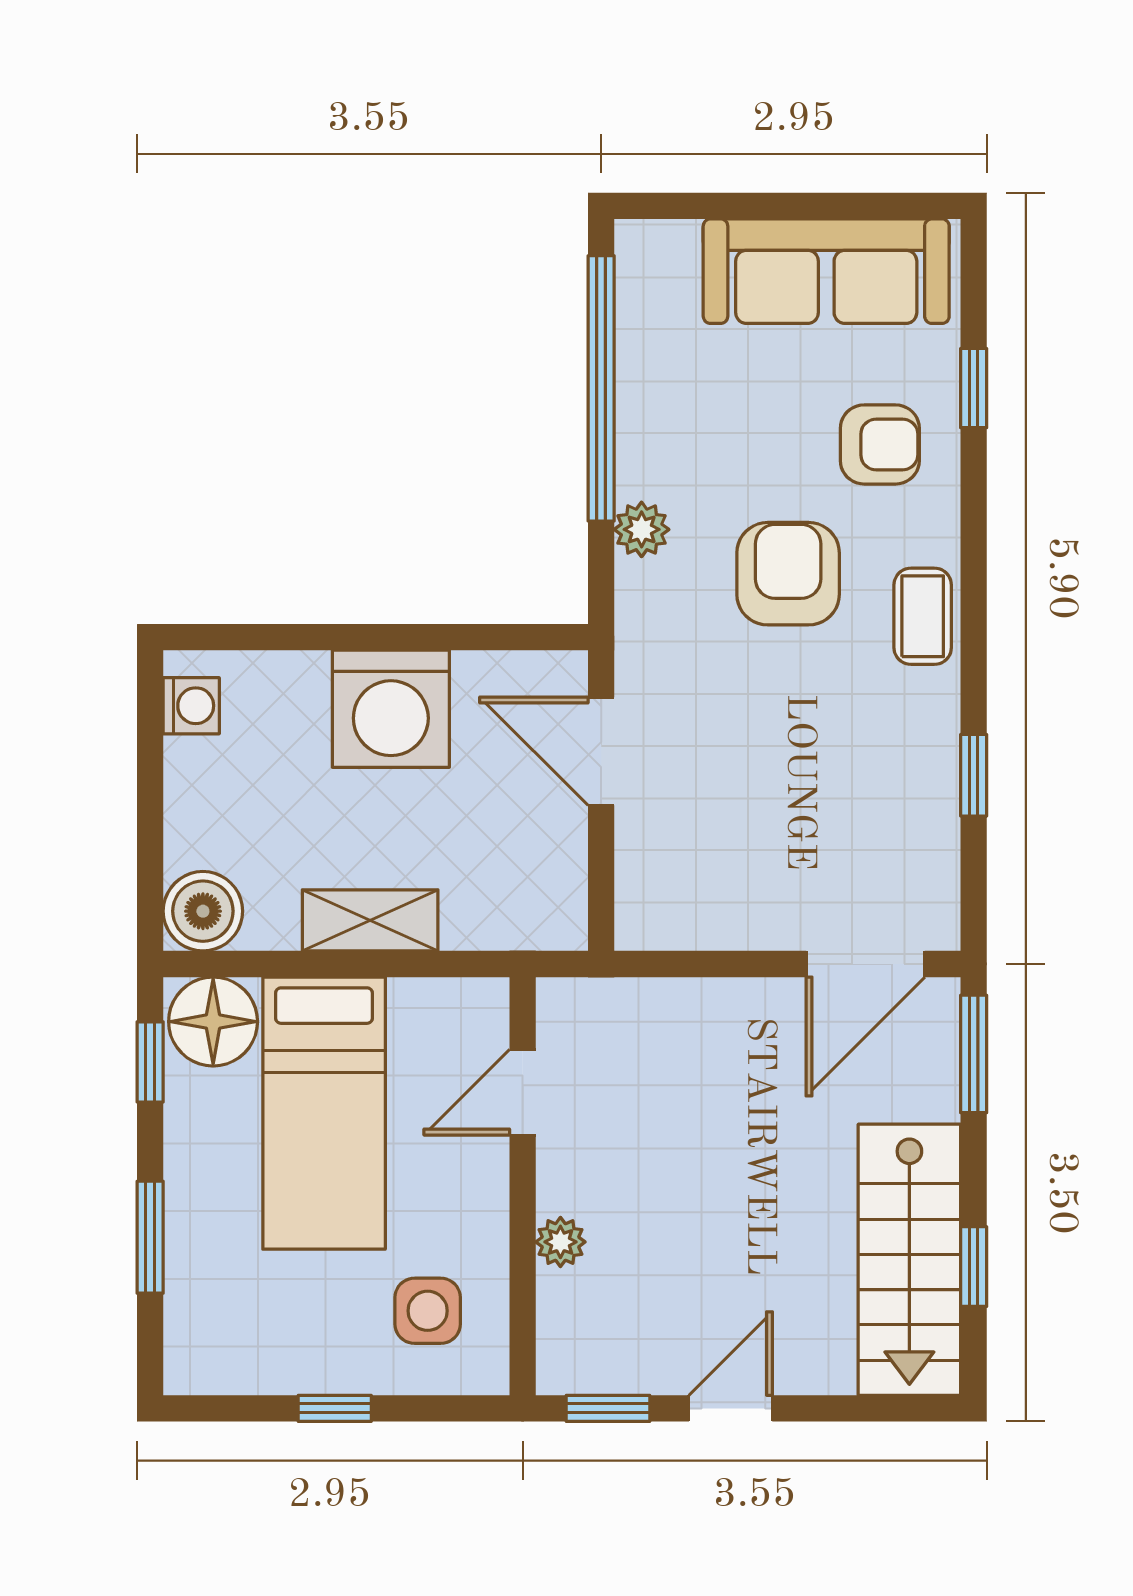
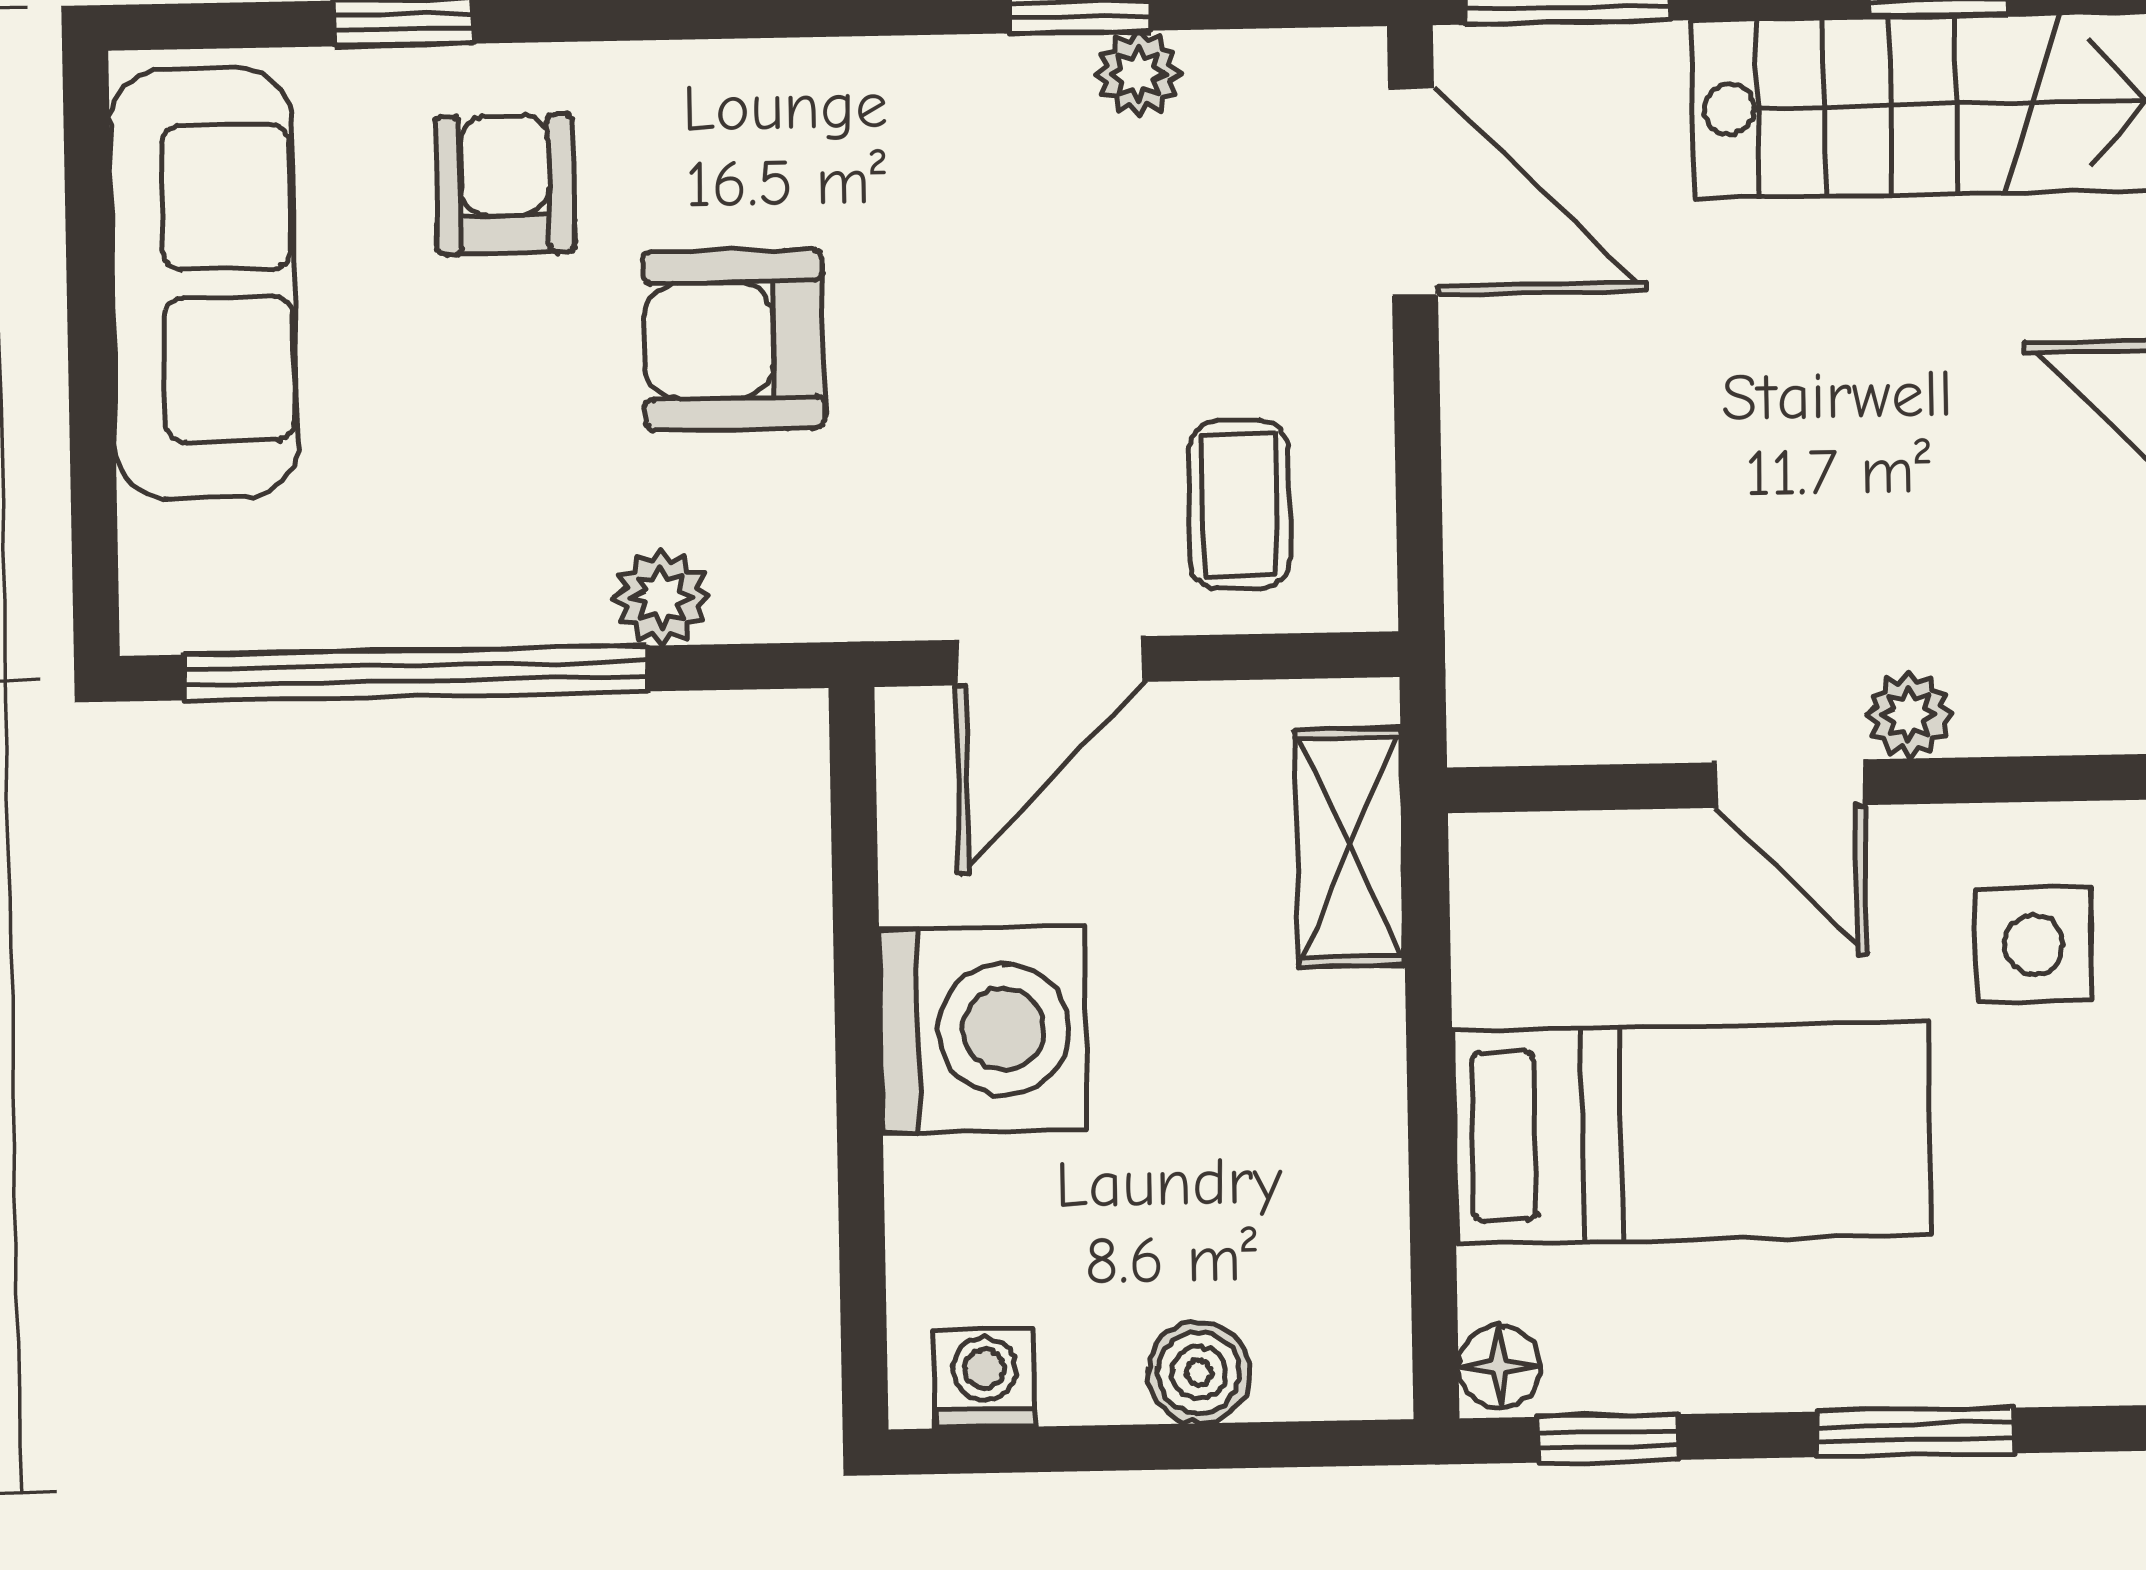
coffee table: (923, 616) -> (1239, 505), moved, turned 90
plant: (936, 808) -> (1138, 74), added
boiler: (203, 911) -> (1199, 1372), moved, width x0.73, depth x0.73
shelving: (370, 920) -> (1349, 847), moved
floor lamp: (213, 1022) -> (1500, 1367), width x0.53, depth x0.53
door: (523, 1092) -> (1790, 784), moved

